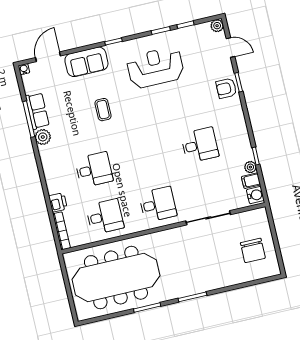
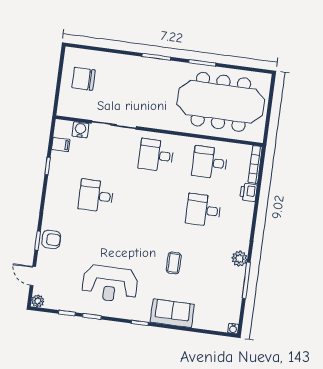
door: (48, 57) -> (206, 332), removed
row of seats: (37, 111) -> (235, 285), removed
plant: (250, 167) -> (56, 157), removed
water cooler: (255, 195) -> (80, 130), moved, turned 90
chair: (253, 250) -> (84, 79), turned -90

